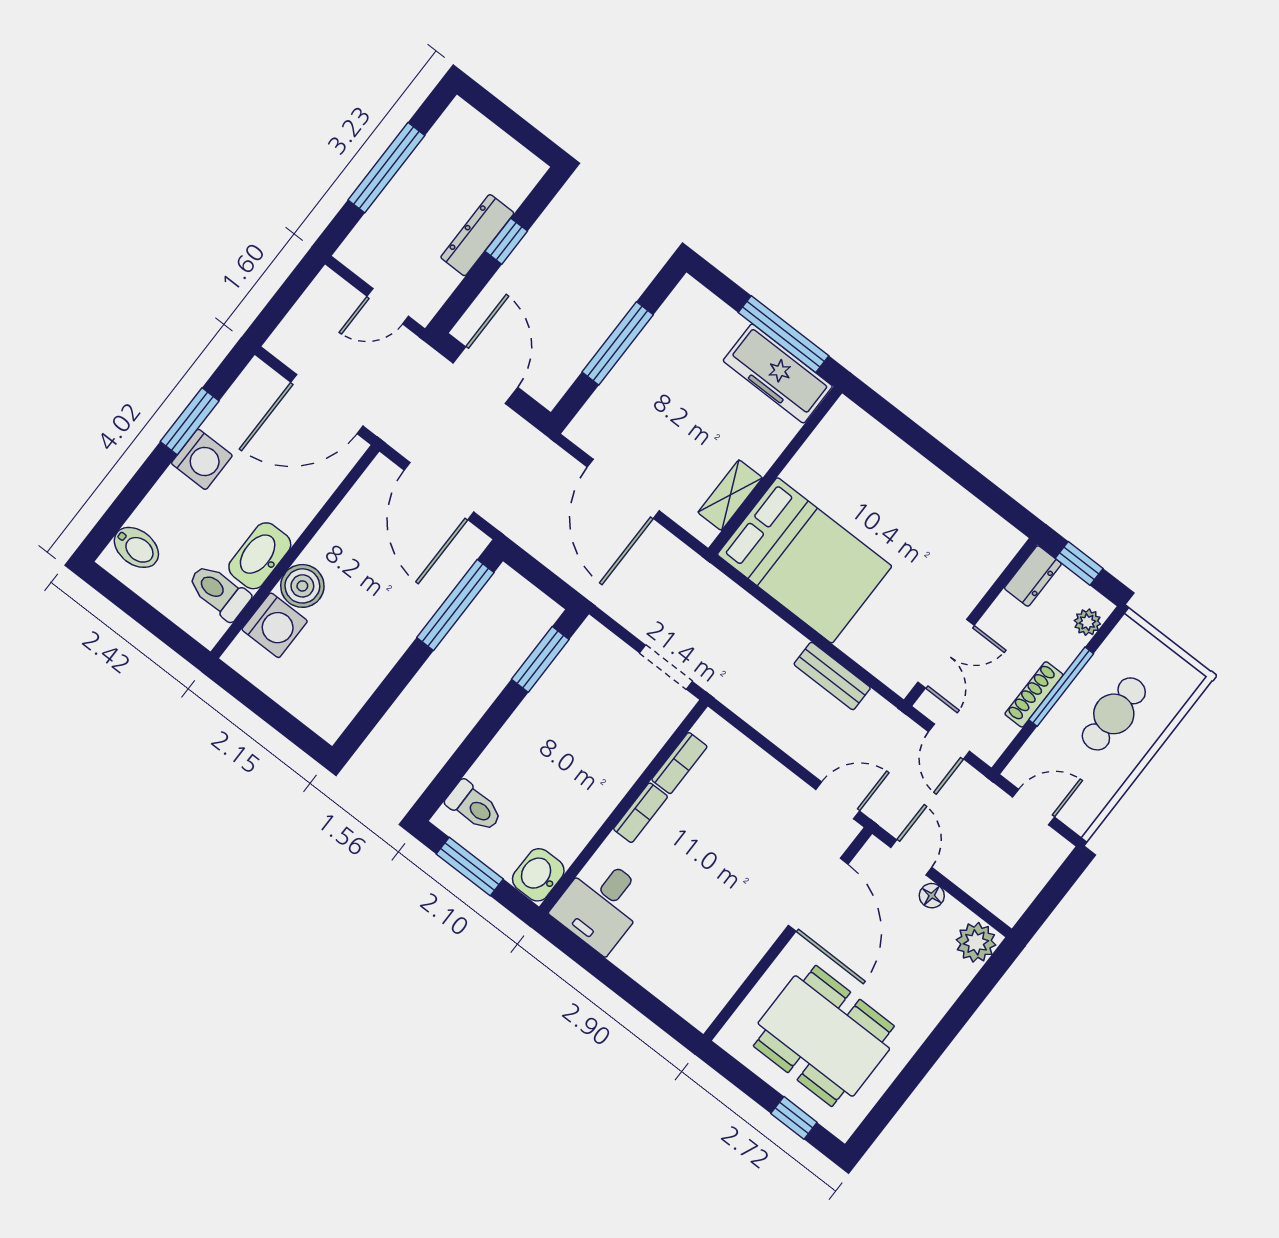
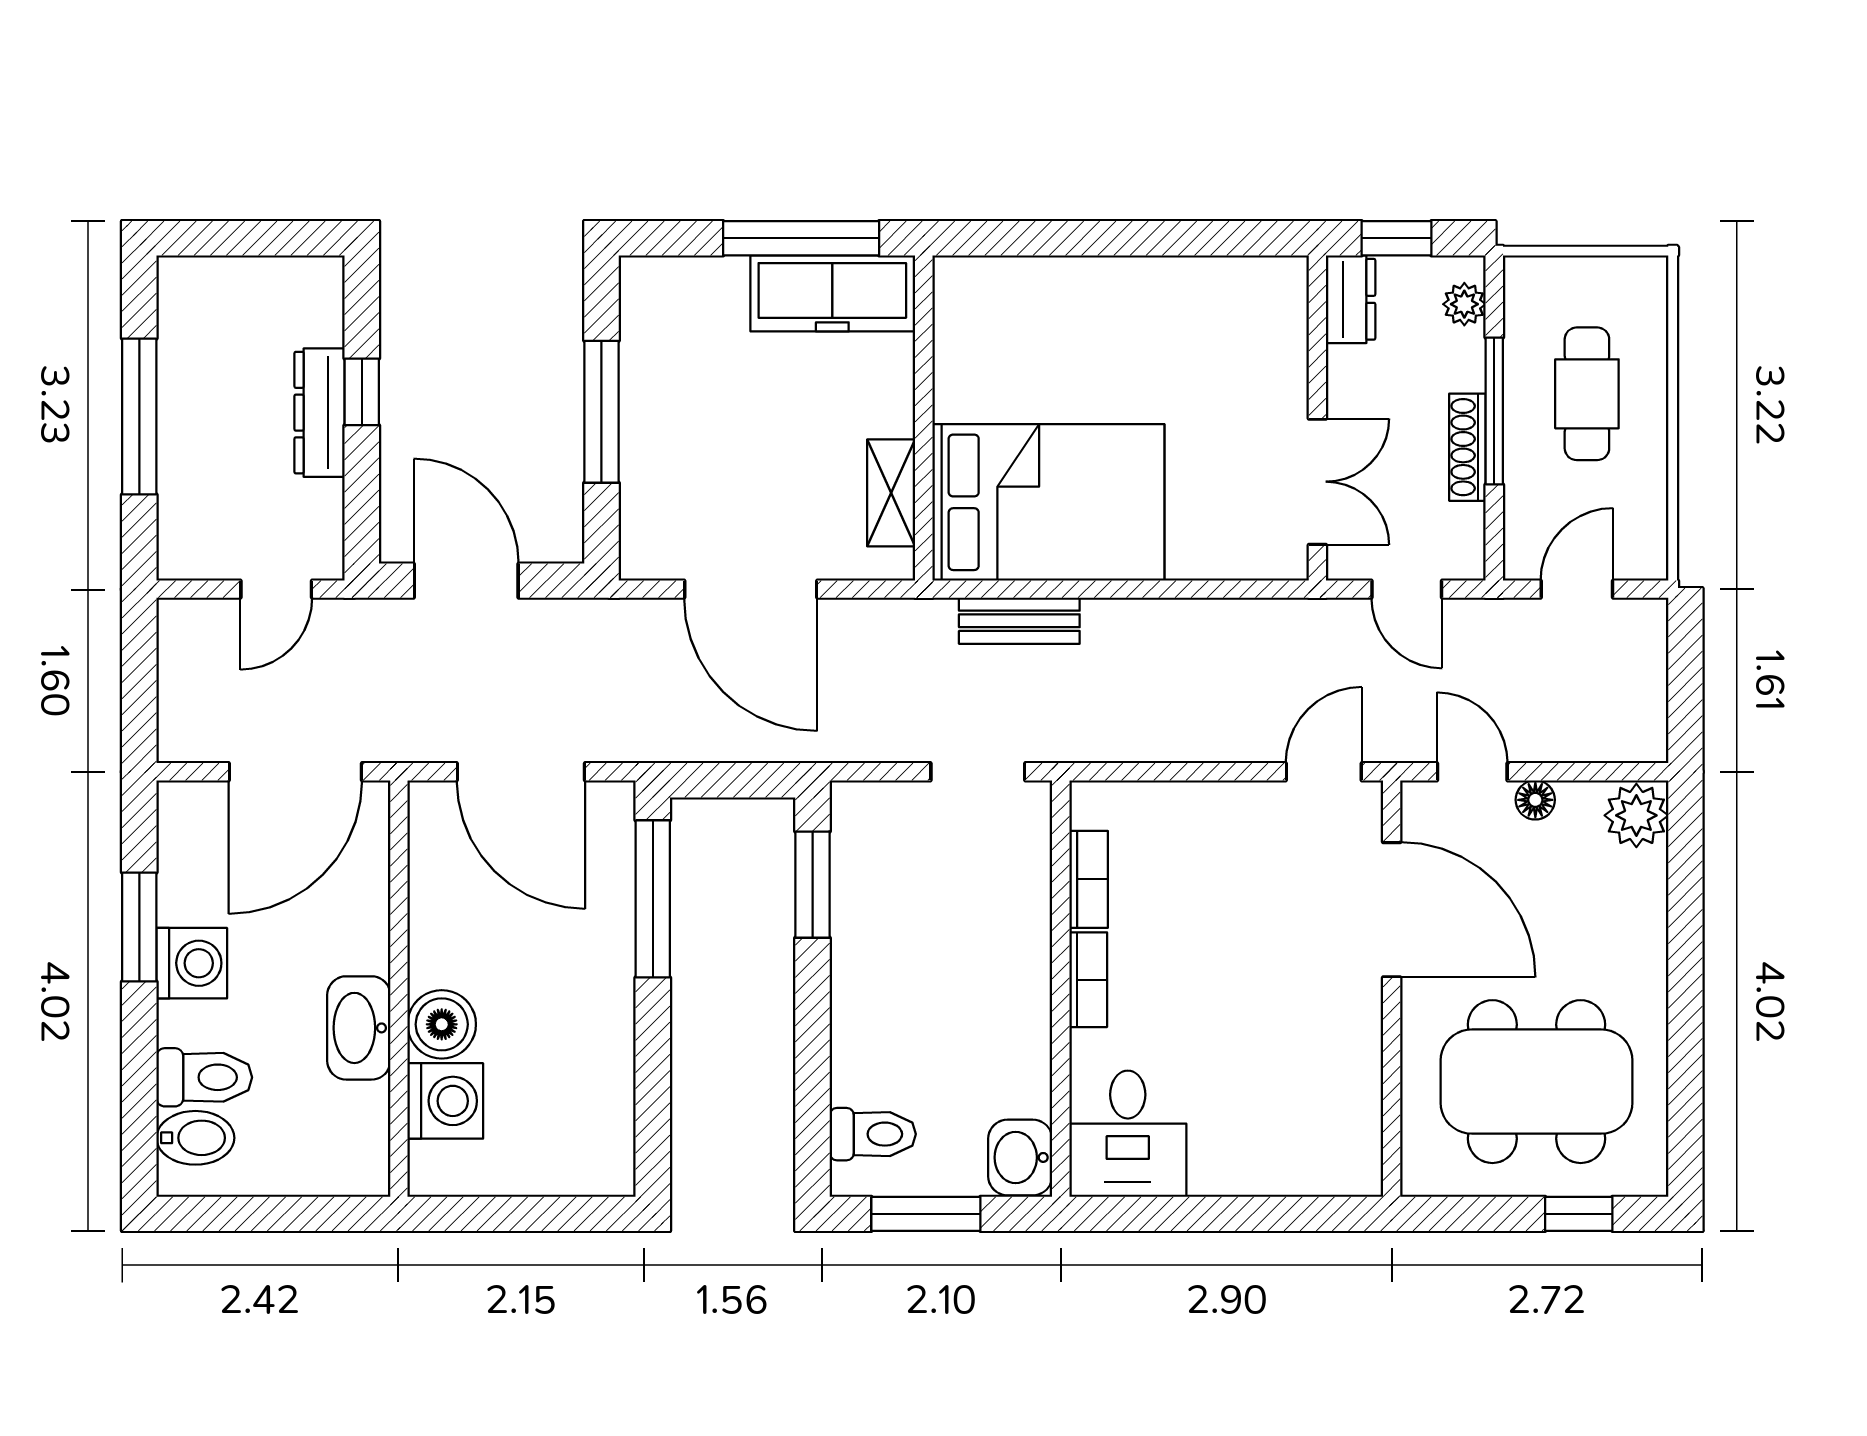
toilet: (219, 592) -> (204, 1077), moved, turned 180
bench: (832, 676) -> (1019, 621), moved

